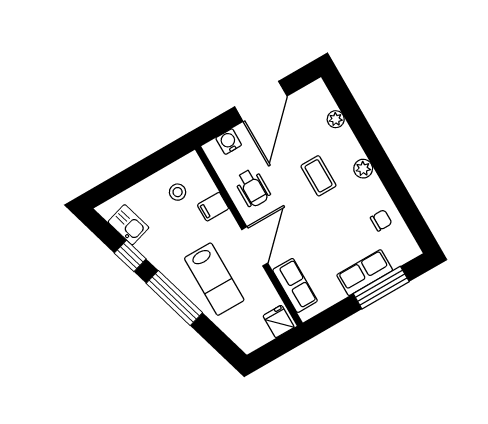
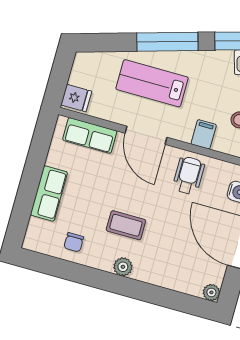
plant: (336, 119) -> (211, 292), moved
coffee table: (318, 176) -> (126, 225), moved
wheelchair: (253, 188) -> (189, 175), turned 90
window: (381, 288) -> (27, 194), removed

